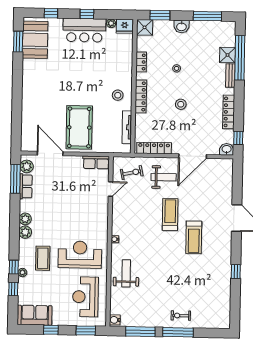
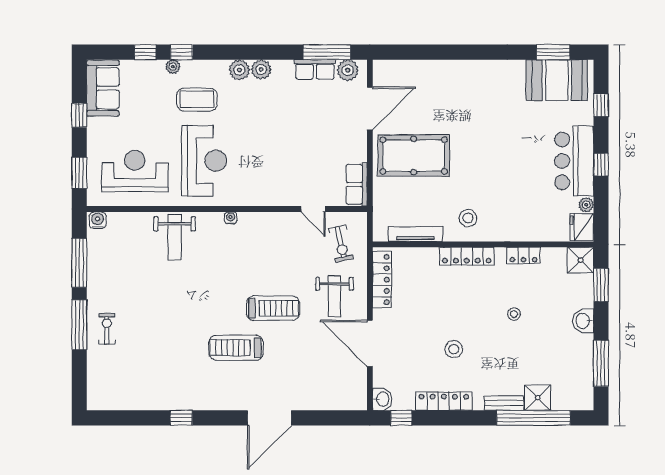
stool: (181, 104) -> (454, 349), moved
weight bench: (126, 273) -> (175, 237), turned 90

